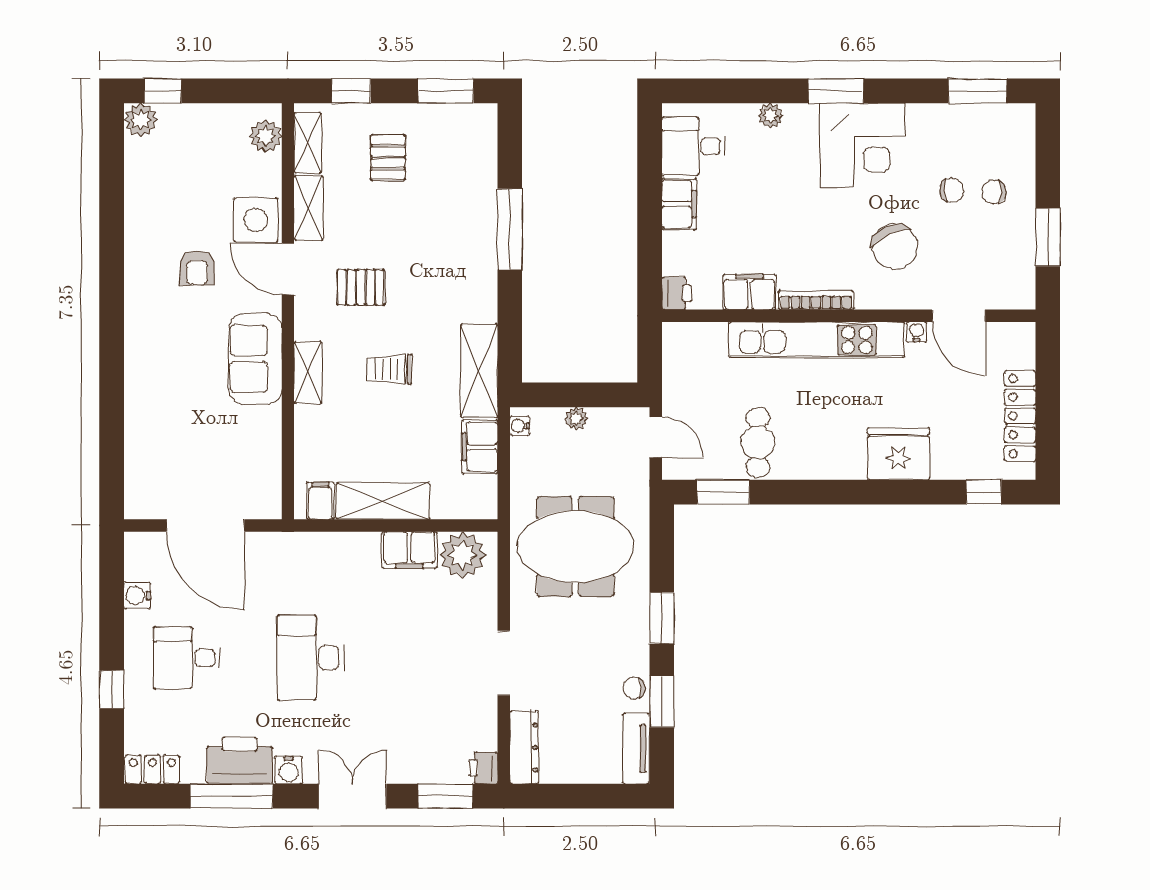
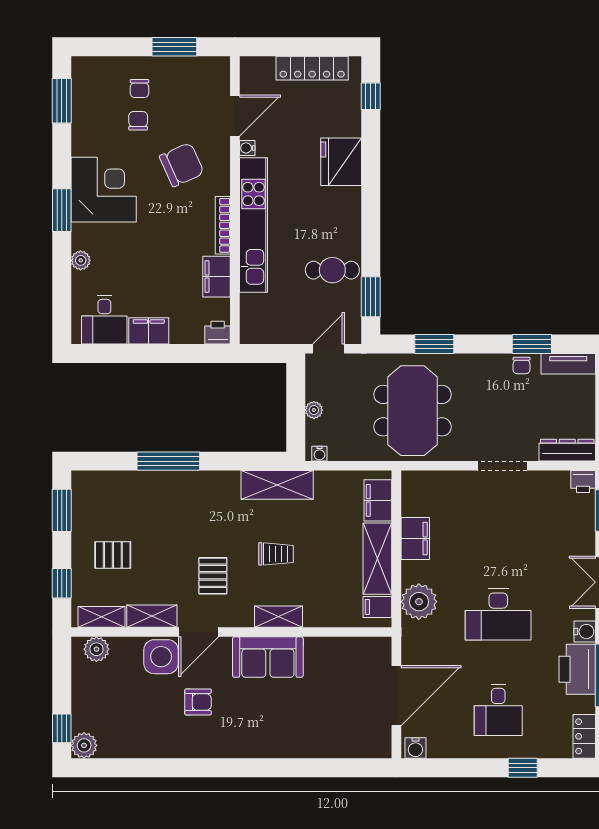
trolley: (389, 369) -> (276, 554), turned -90
filing cabinet: (480, 447) -> (378, 500), moved, turned 90
plant: (462, 555) -> (419, 602), moved
water cooler: (137, 596) -> (415, 748), moved
window: (662, 618) -> (434, 344), moved

